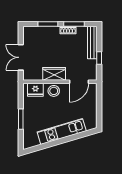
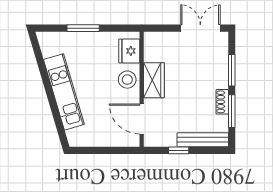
double door: (21, 57) -> (200, 28), moved

